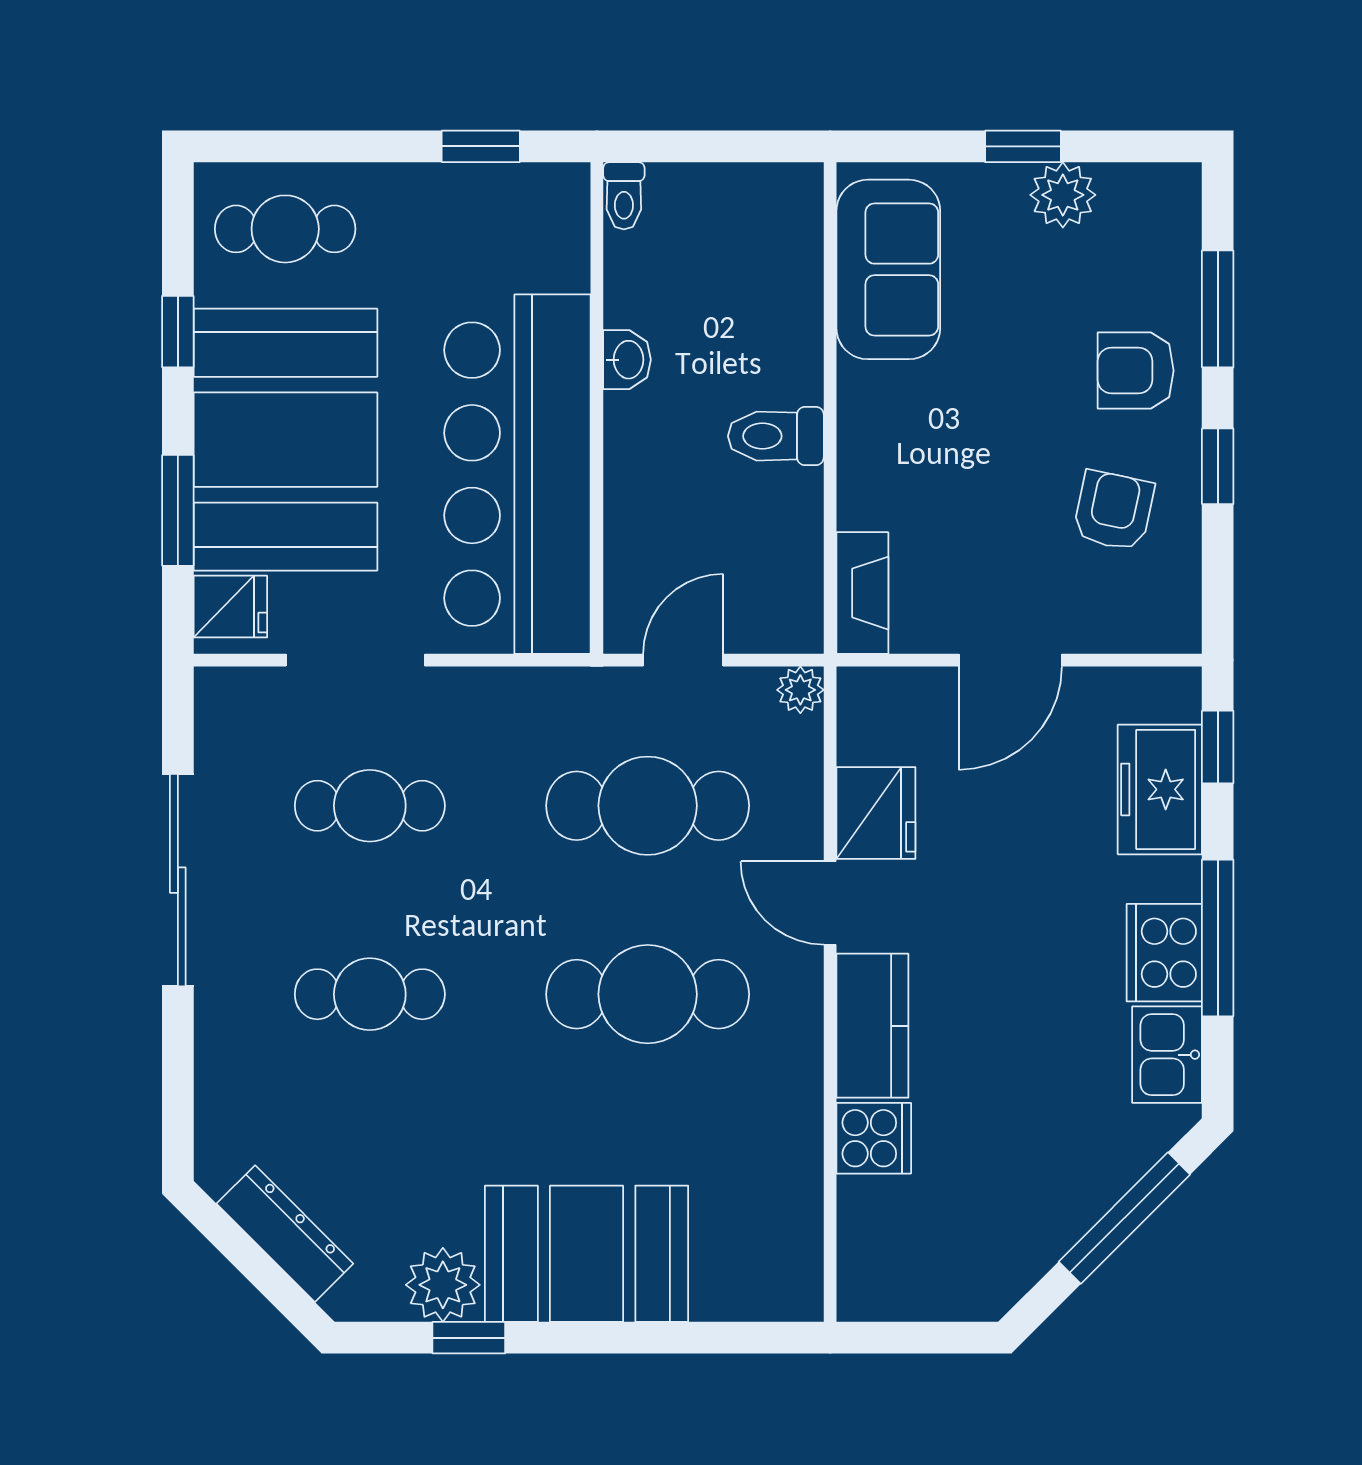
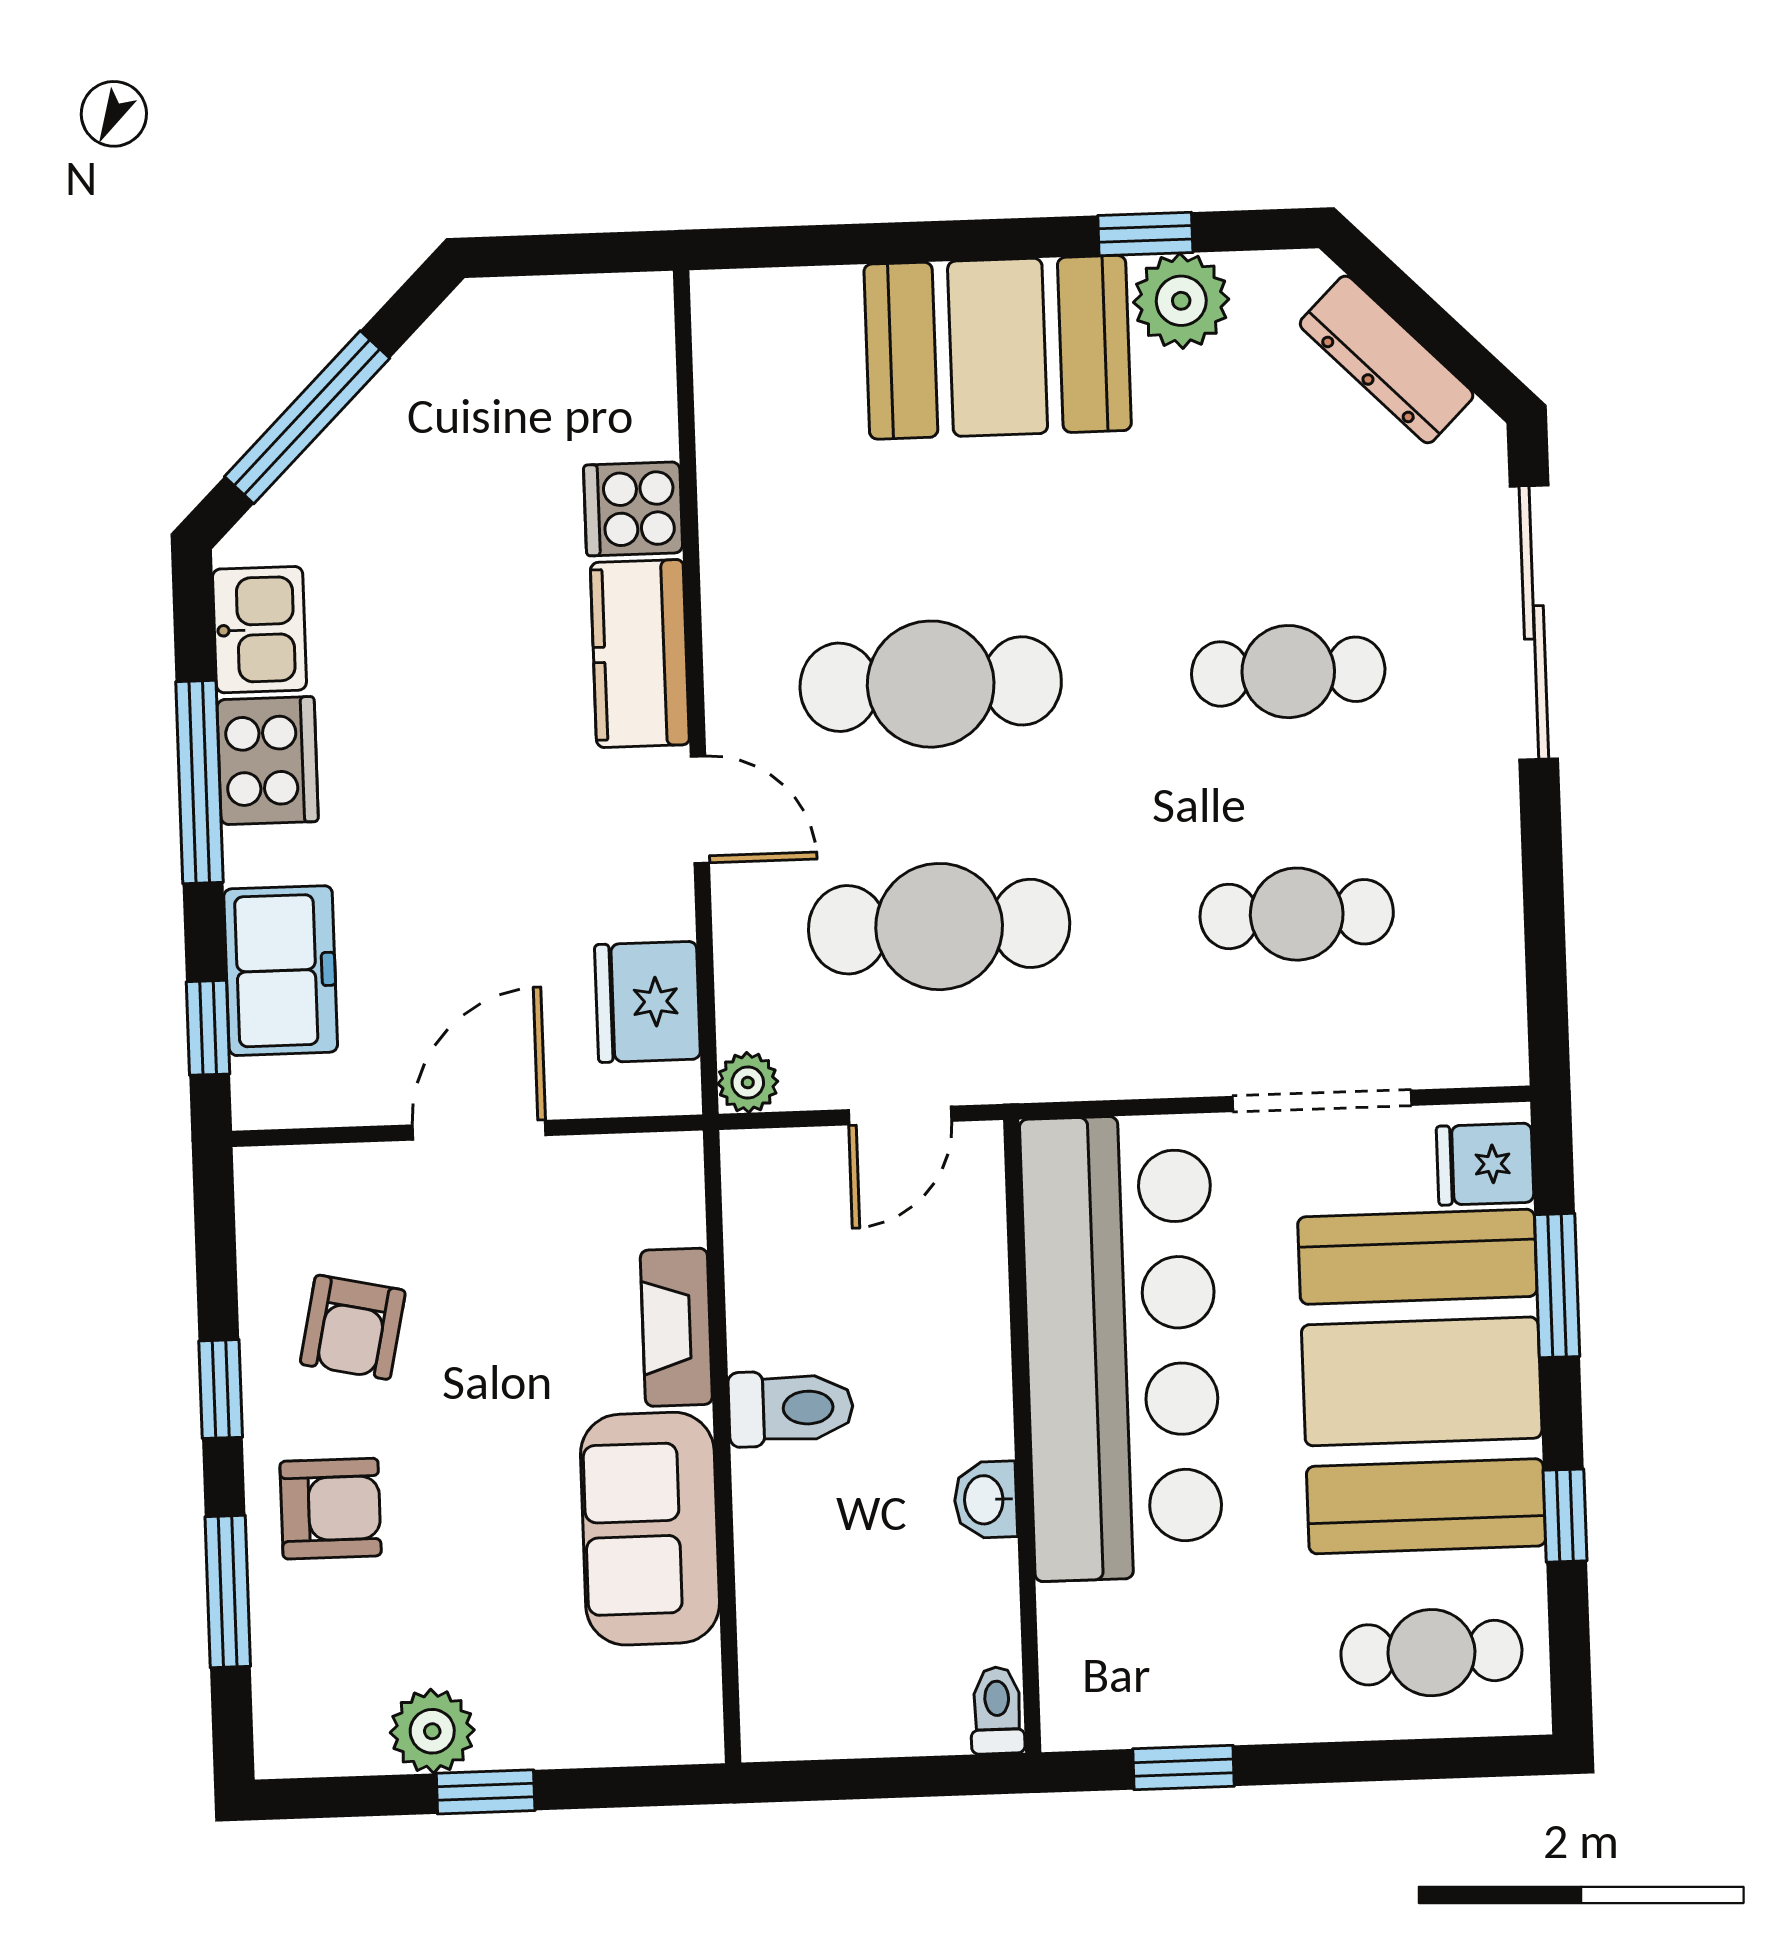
sofa: (888, 269) -> (650, 1529), moved
fireplace: (862, 593) -> (676, 1327), moved
fridge: (876, 813) -> (648, 1002), moved
sliding door: (178, 880) -> (1534, 622), moved

